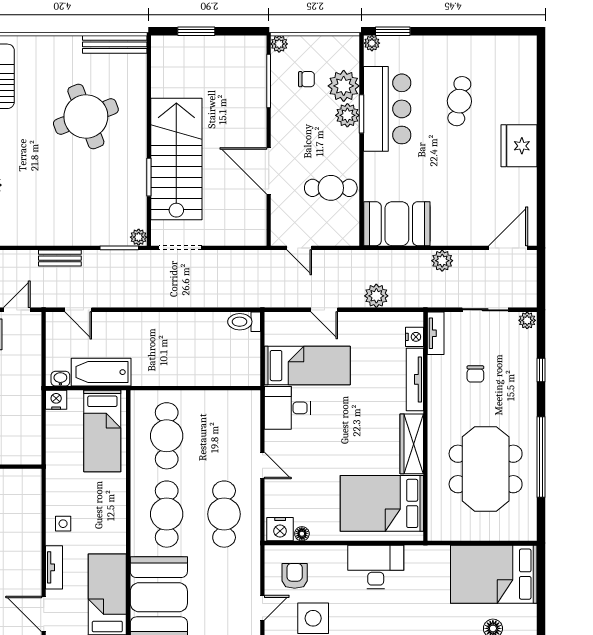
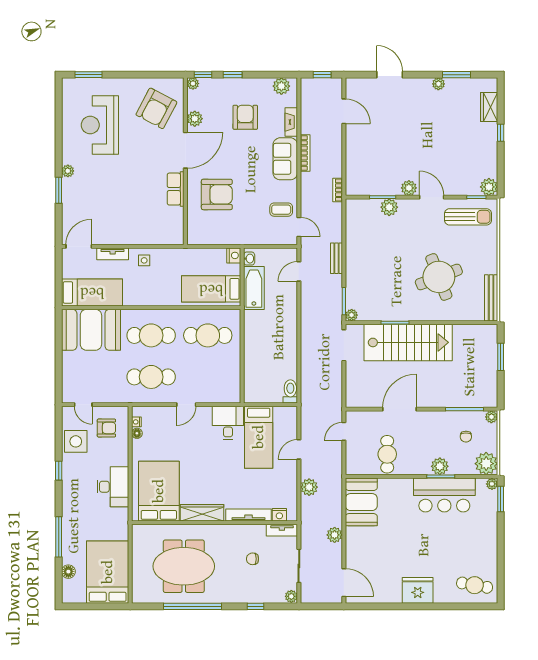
plant: (344, 86) -> (486, 464), moved
cafe table: (459, 101) -> (475, 585), moved
nightstand: (280, 529) -> (136, 422), width x0.53, depth x0.56

